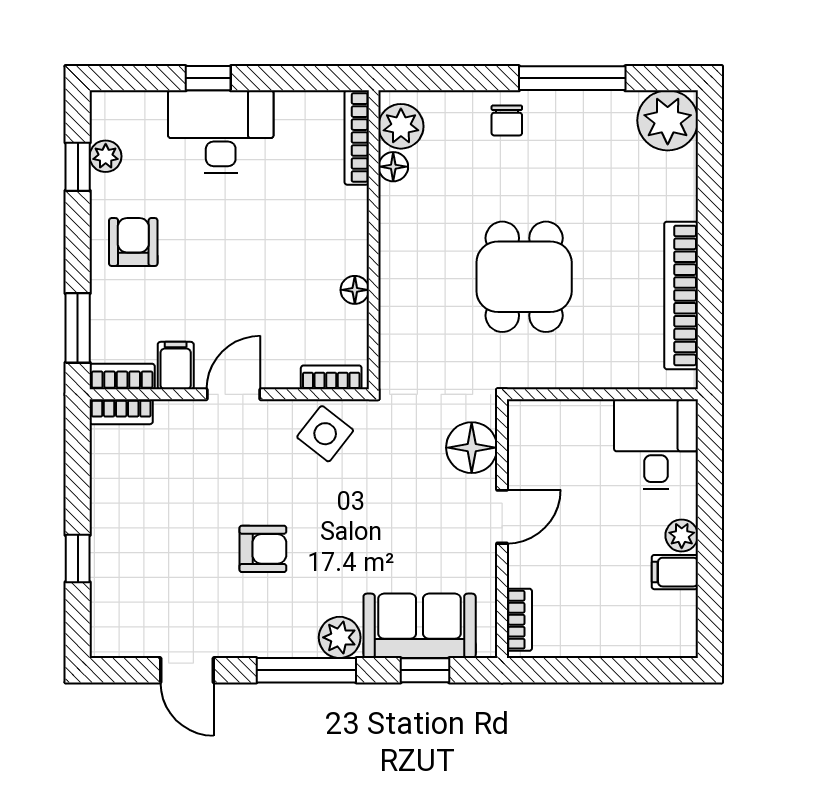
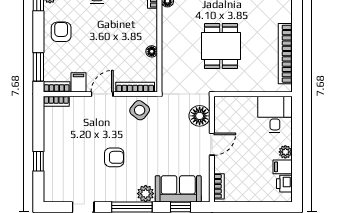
bookcase: (331, 377) -> (135, 87), width x1.56
printer: (679, 613) -> (284, 184), added

